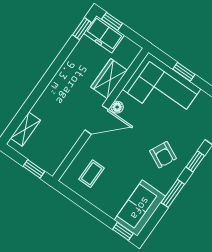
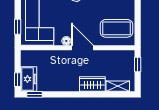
window: (184, 72) -> (18, 27), moved
wardrobe: (109, 79) -> (92, 84), moved, turned 180
coffee table: (92, 174) -> (116, 28), width x1.86, depth x1.72

